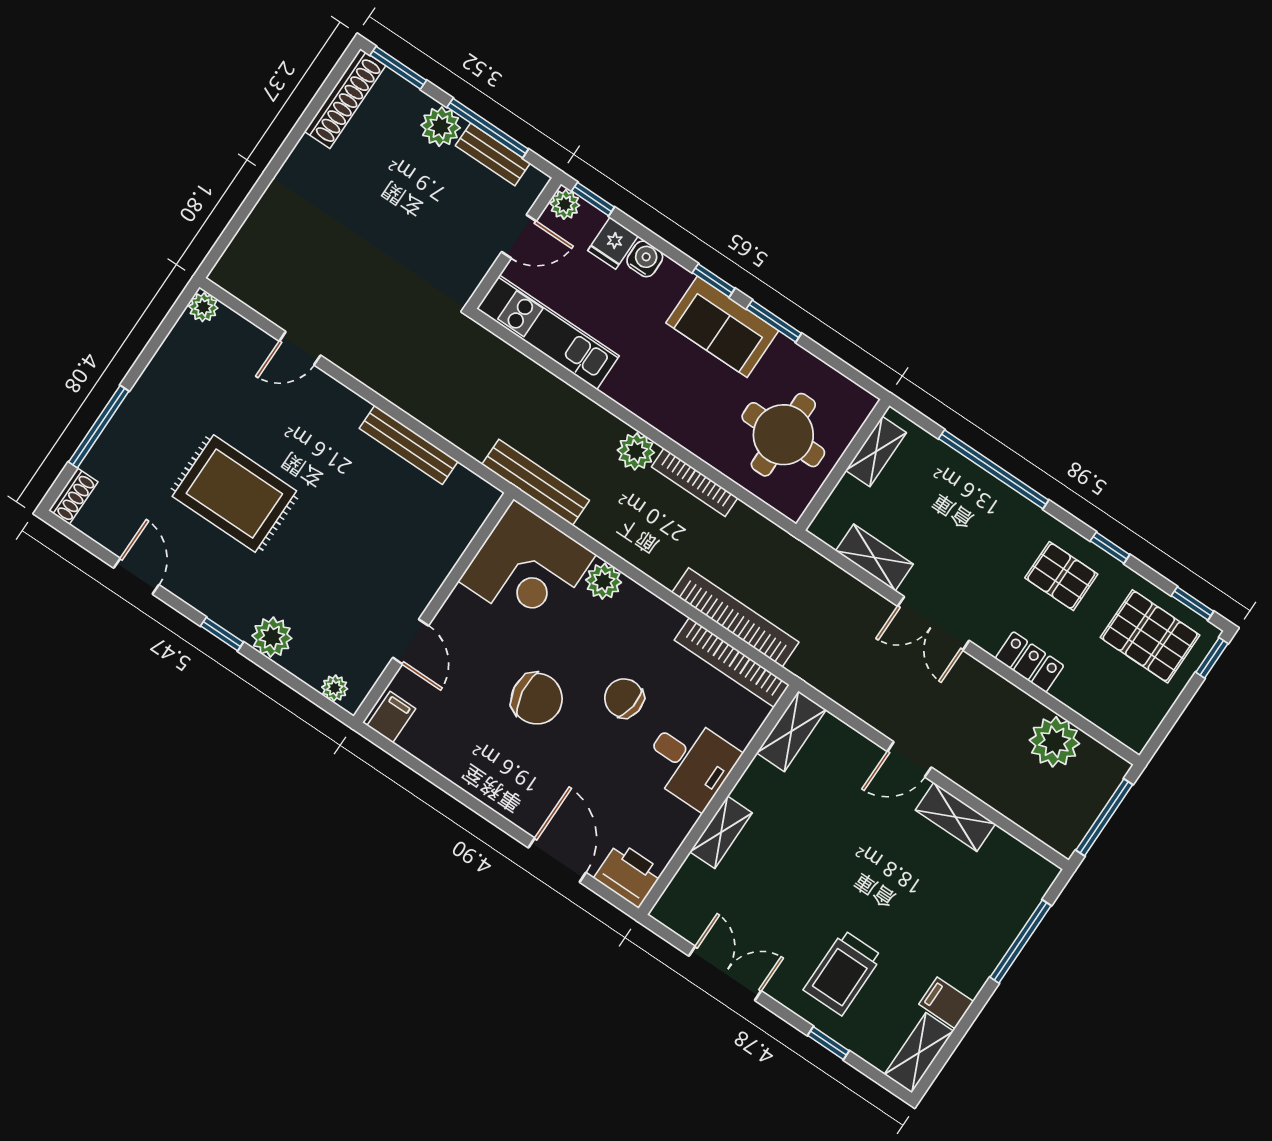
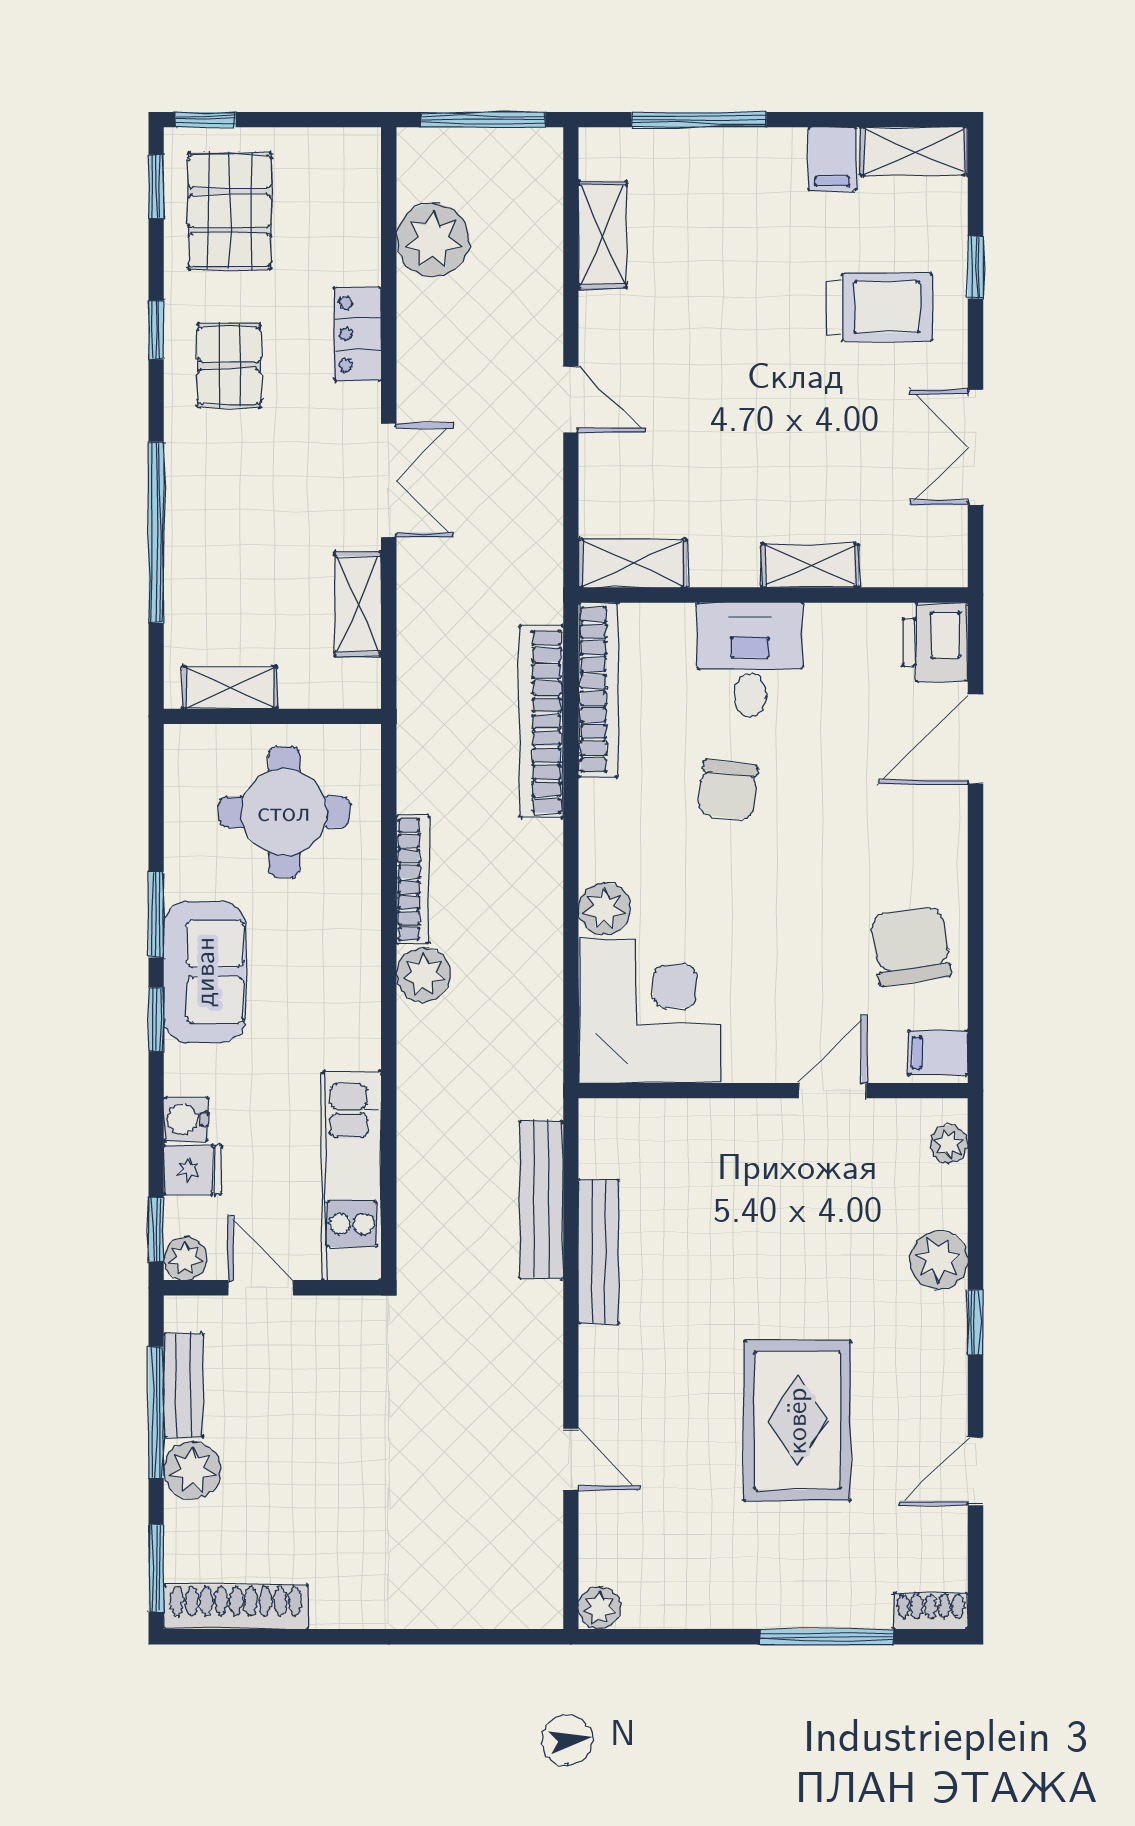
bench: (536, 482) -> (541, 1200), moved
chair: (537, 699) -> (911, 946), moved
shelving: (955, 817) -> (603, 235), moved

